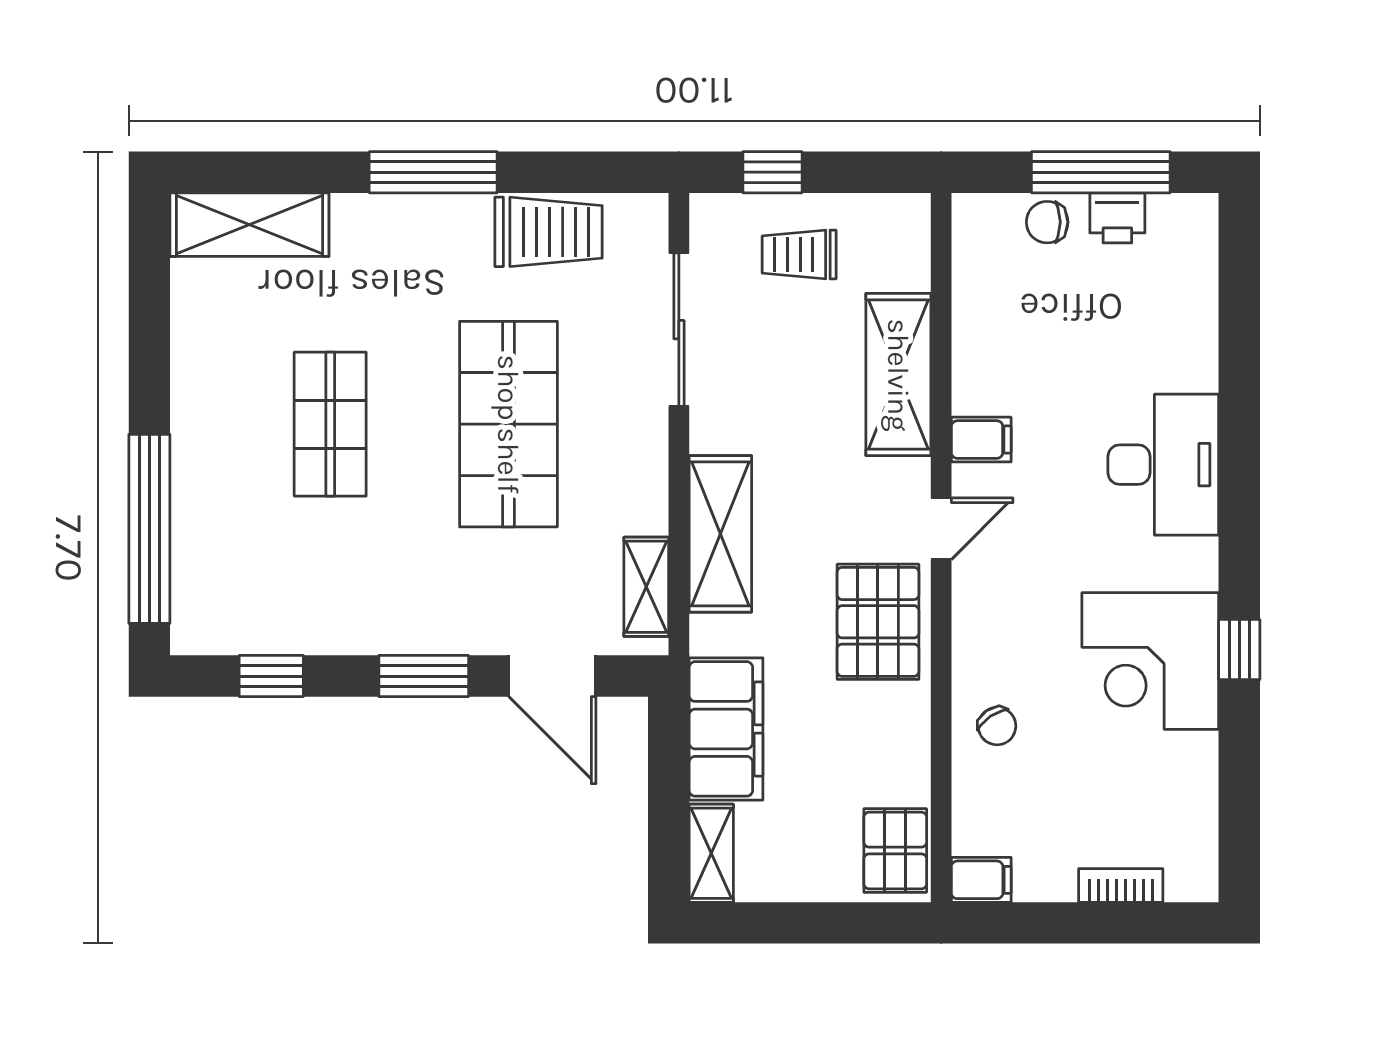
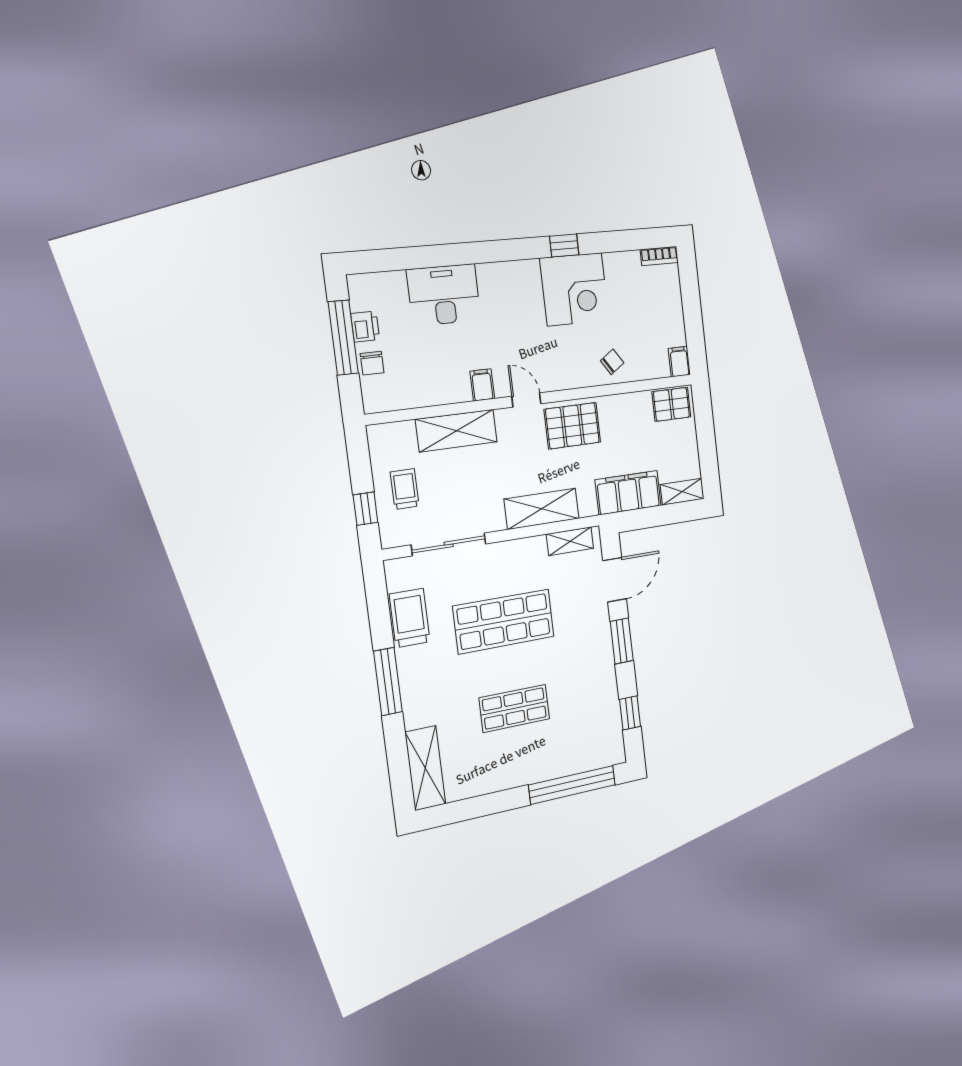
trolley: (799, 255) -> (405, 489), turned 180
desk: (1163, 465) -> (444, 295), moved
bookcase: (1121, 885) -> (659, 256), moved, turned -90

